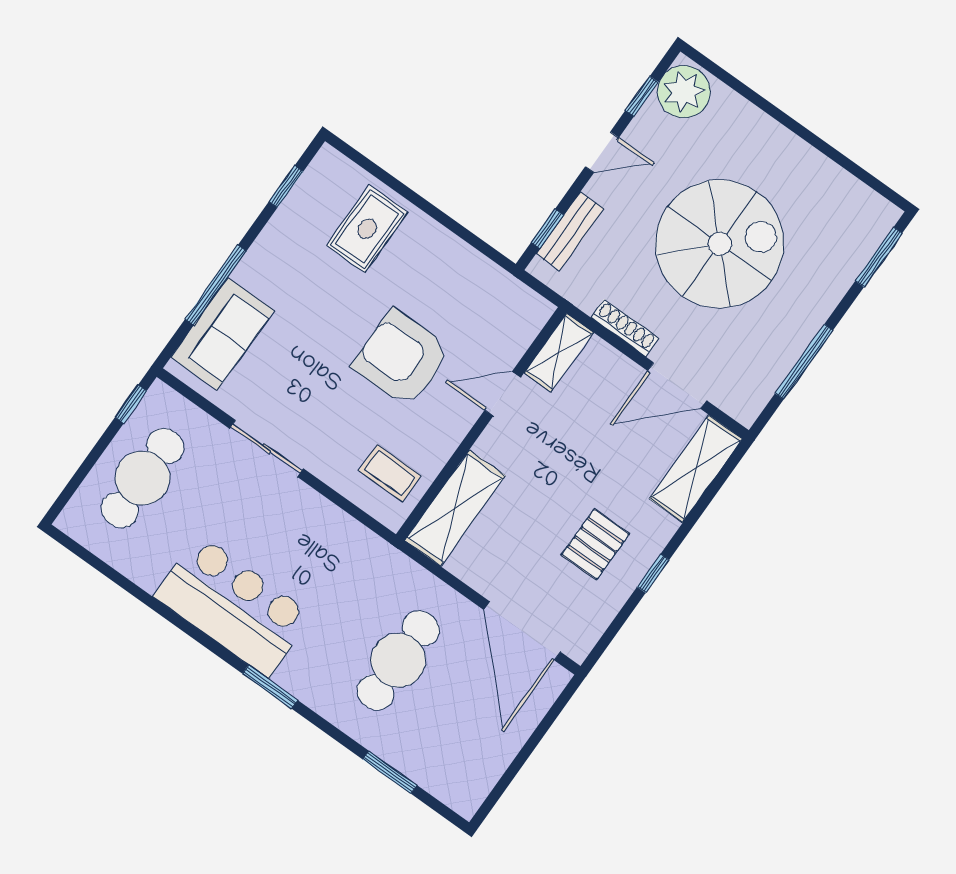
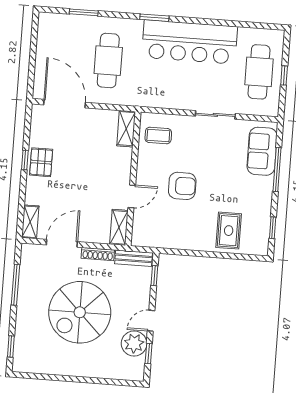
plant: (684, 92) -> (134, 343), moved
bench: (570, 231) -> (134, 258), moved, turned 90
window: (879, 257) -> (11, 347), width x0.67
armchair: (402, 358) -> (182, 186), width x0.73, depth x0.73
window: (131, 404) -> (284, 75), moved
shelving: (696, 469) -> (30, 222), width x0.67, depth x0.75
shelving: (455, 508) -> (126, 129), width x0.67, depth x0.75
pallet: (595, 544) -> (41, 162), moved
bar counter: (234, 606) -> (190, 42), width x1.36

